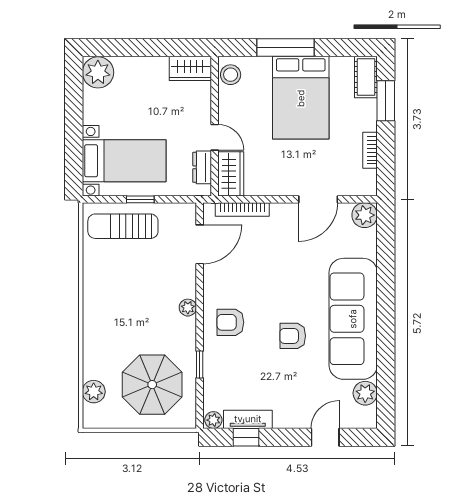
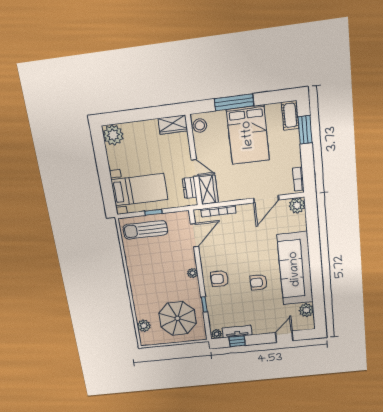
bookcase: (370, 150) -> (298, 179), moved

